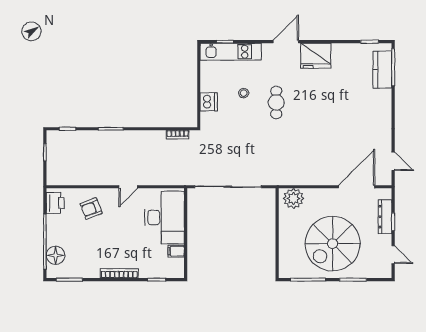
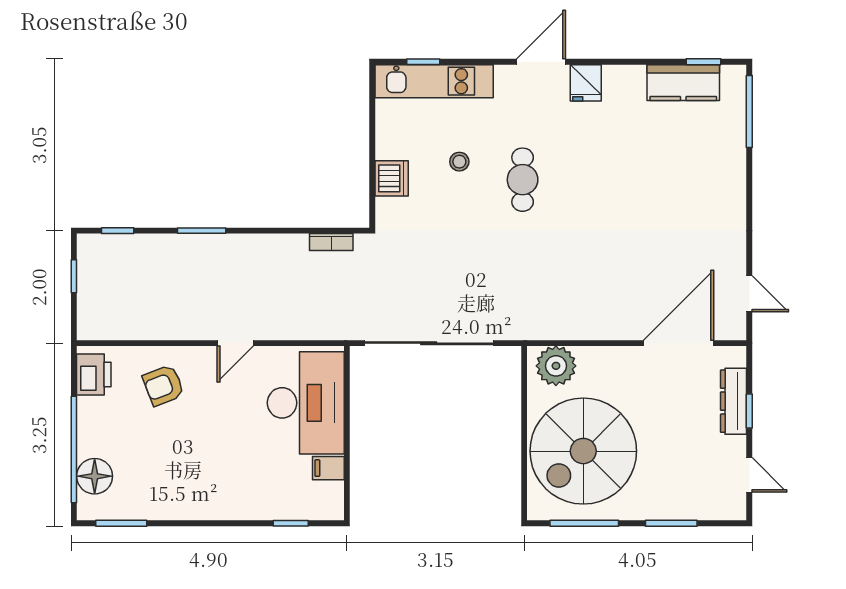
fridge: (316, 56) -> (586, 83), width x0.53, depth x0.75
kitchen counter: (382, 70) -> (683, 83), moved, turned -90
spiral stairs: (333, 244) -> (583, 451), moved
bookcase: (119, 273) -> (218, 511), removed

